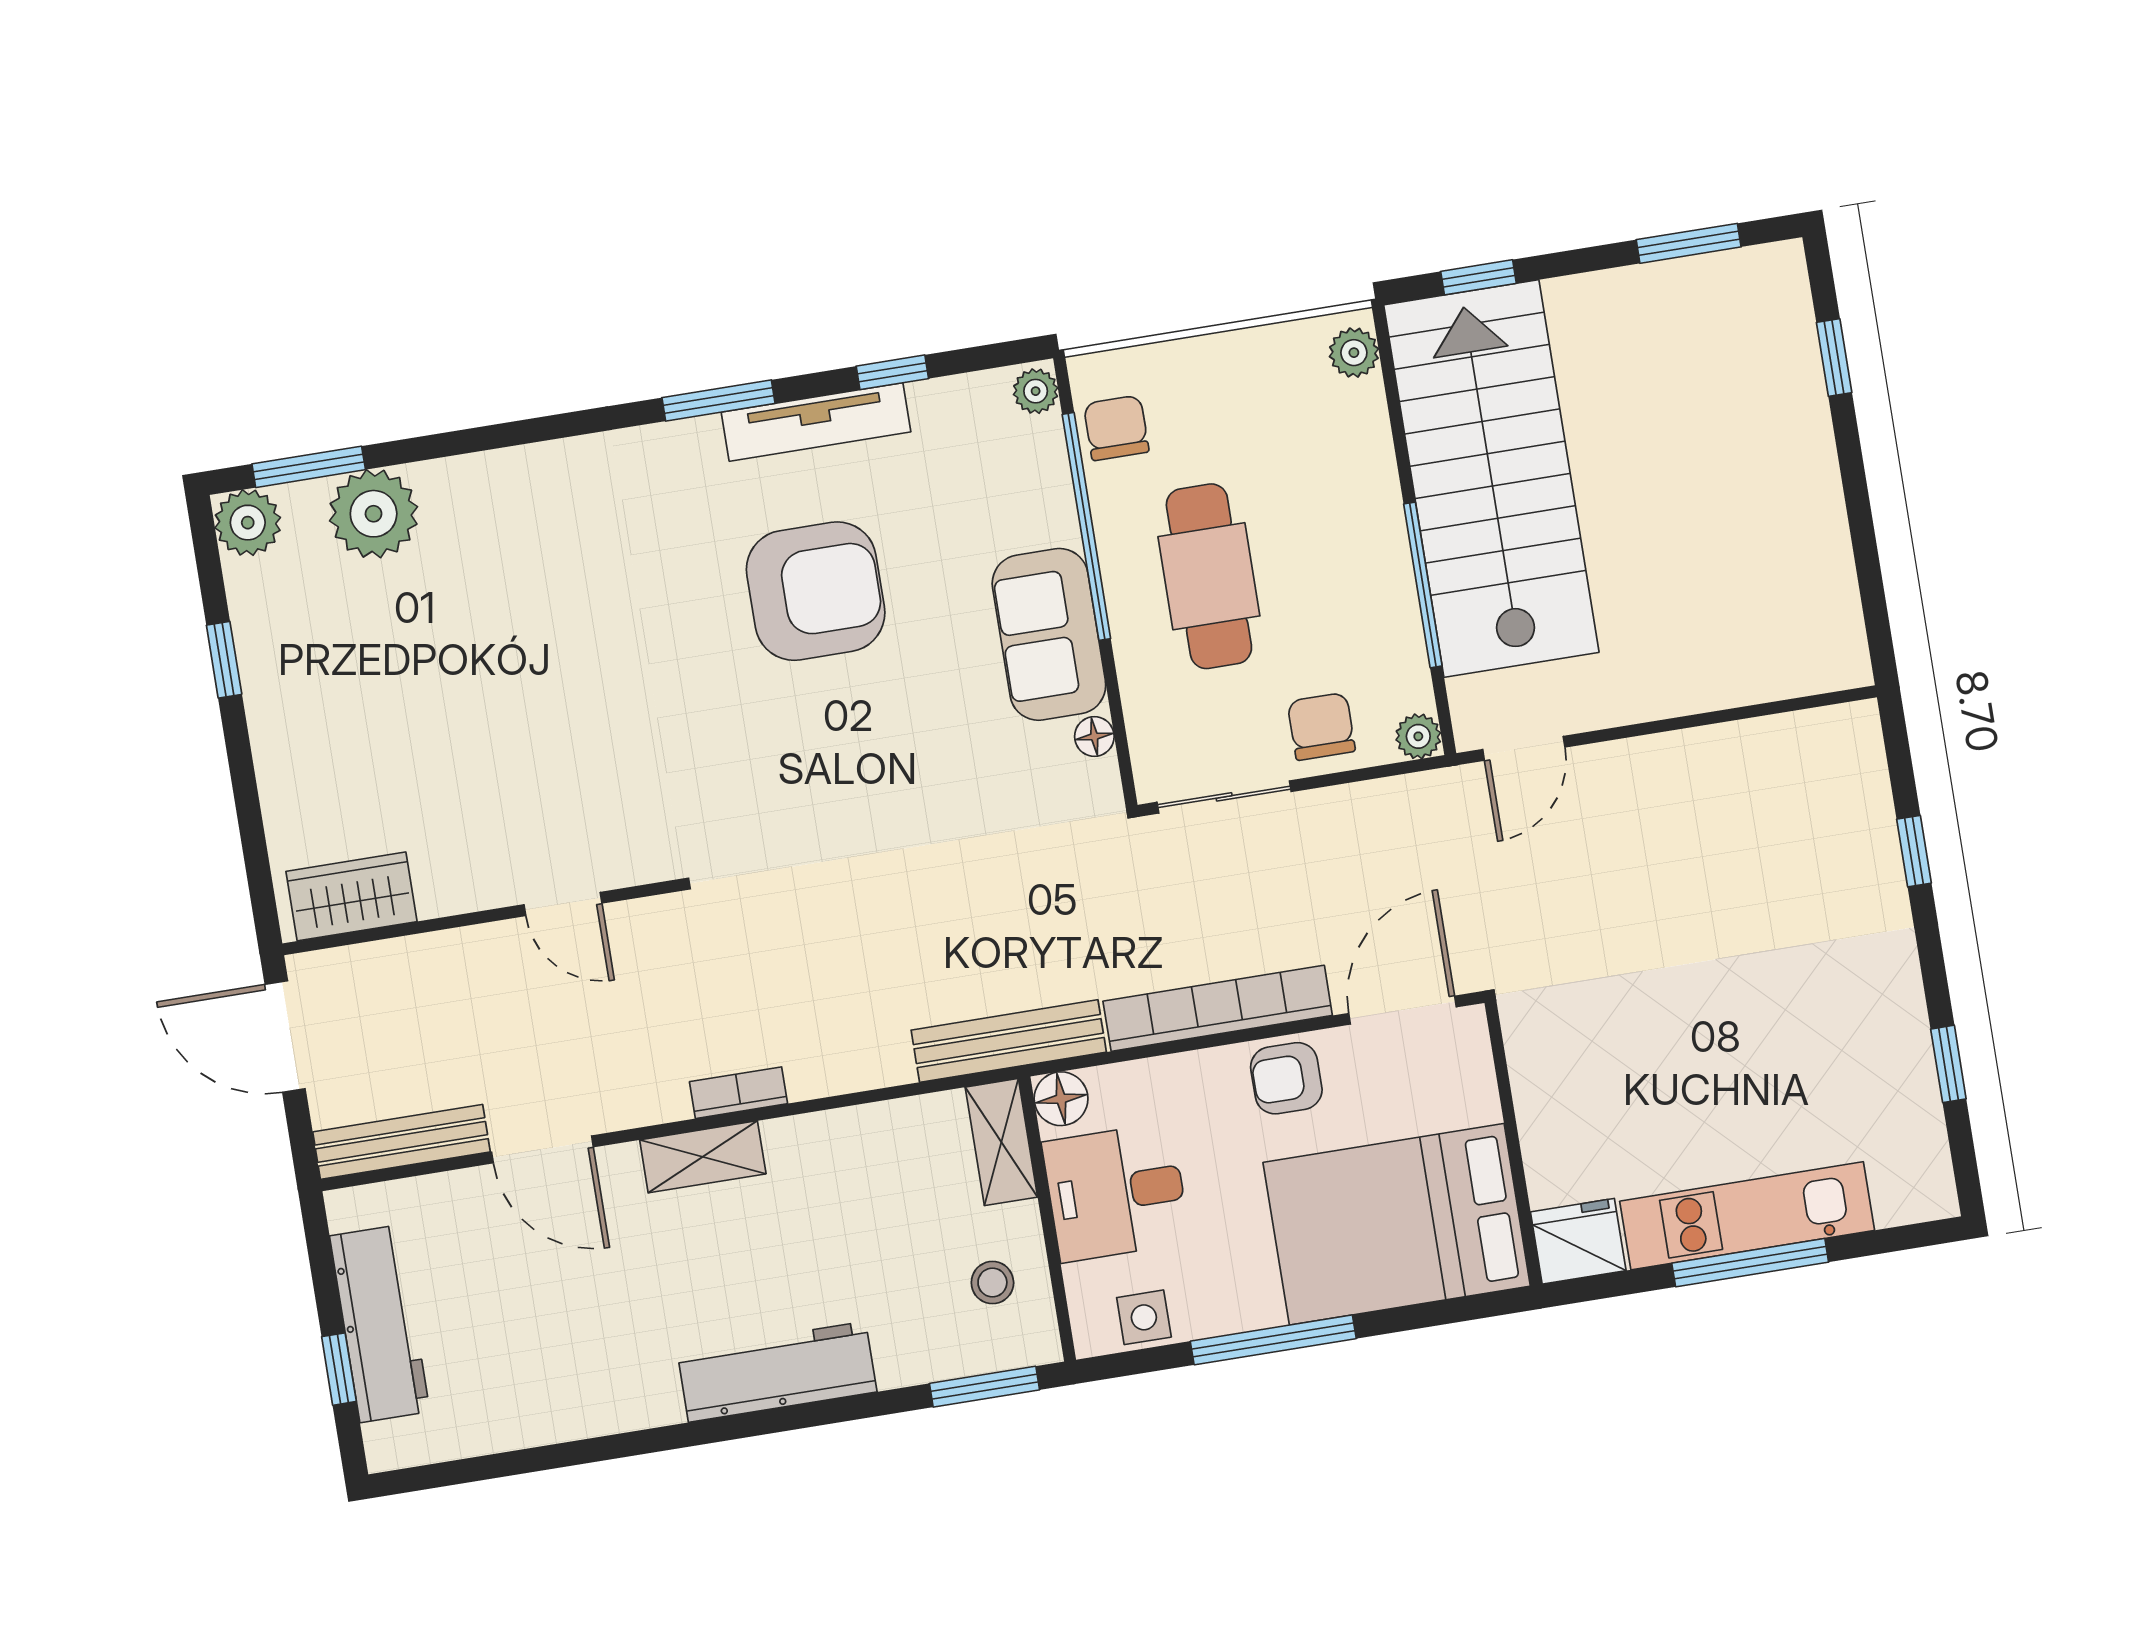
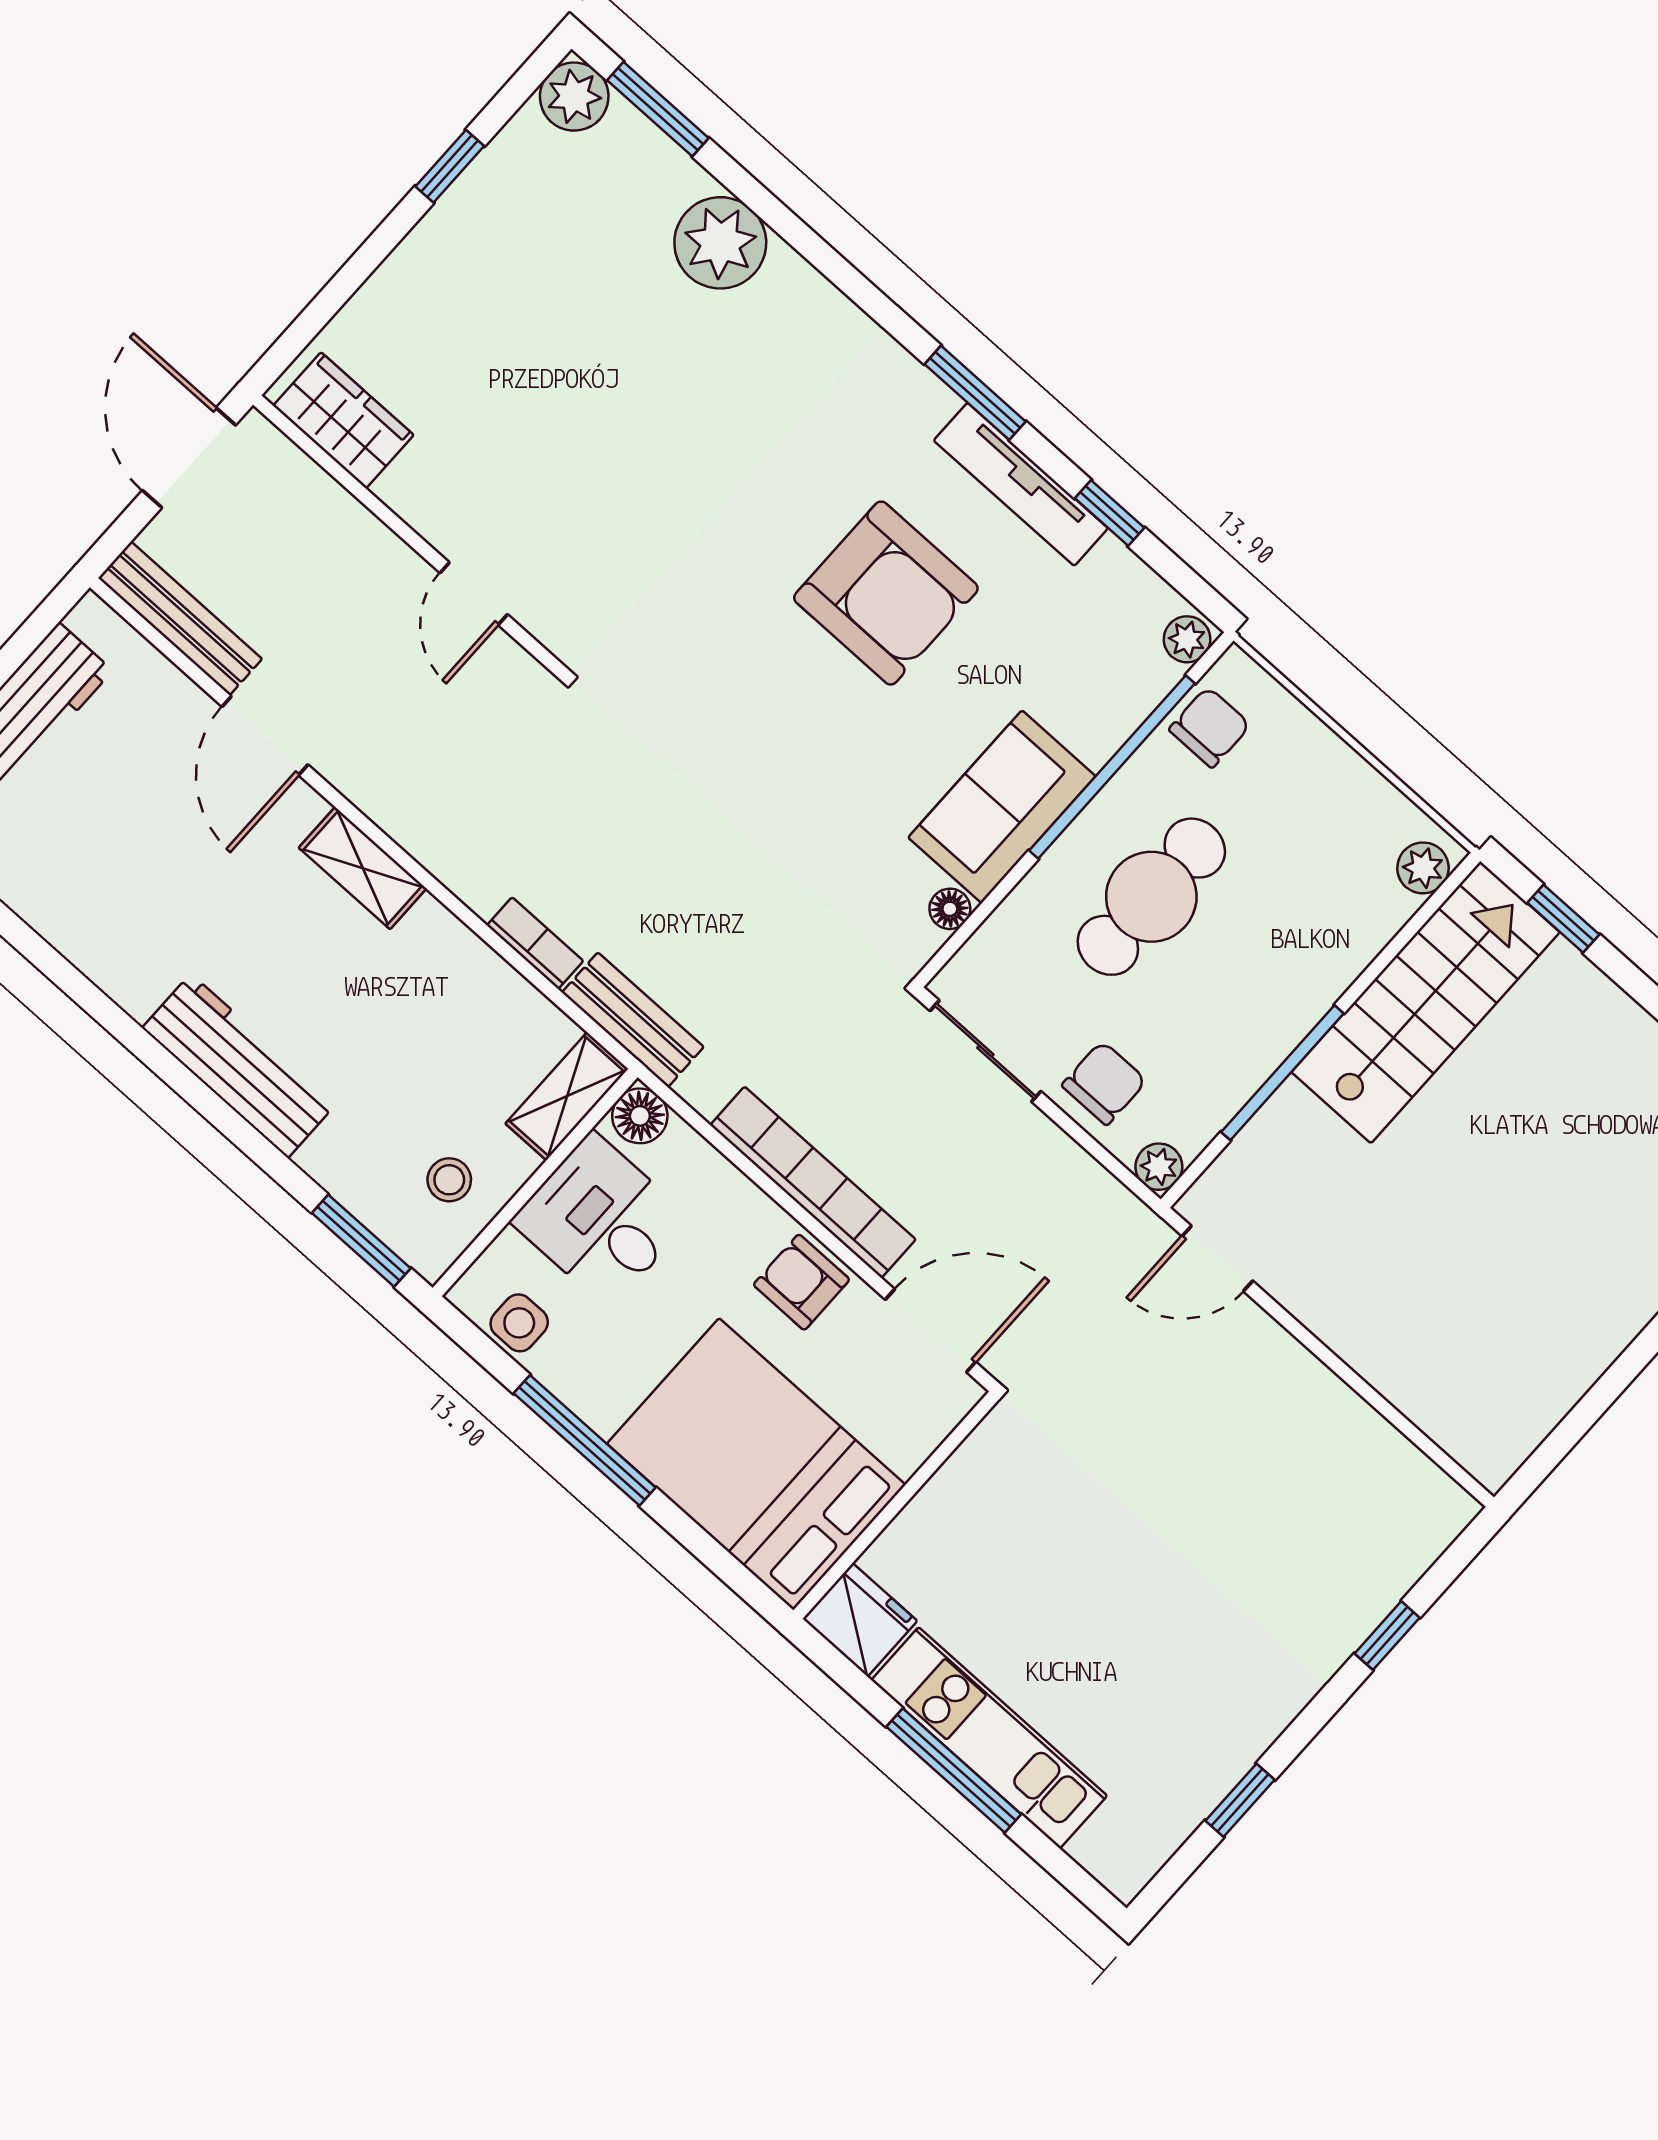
stairs: (1491, 479) -> (1425, 1002), width x0.73, depth x0.66
plant: (374, 514) -> (720, 243), moved
bench: (1009, 1041) -> (633, 1020), width x0.73
bookcase: (739, 1093) -> (535, 943), moved

